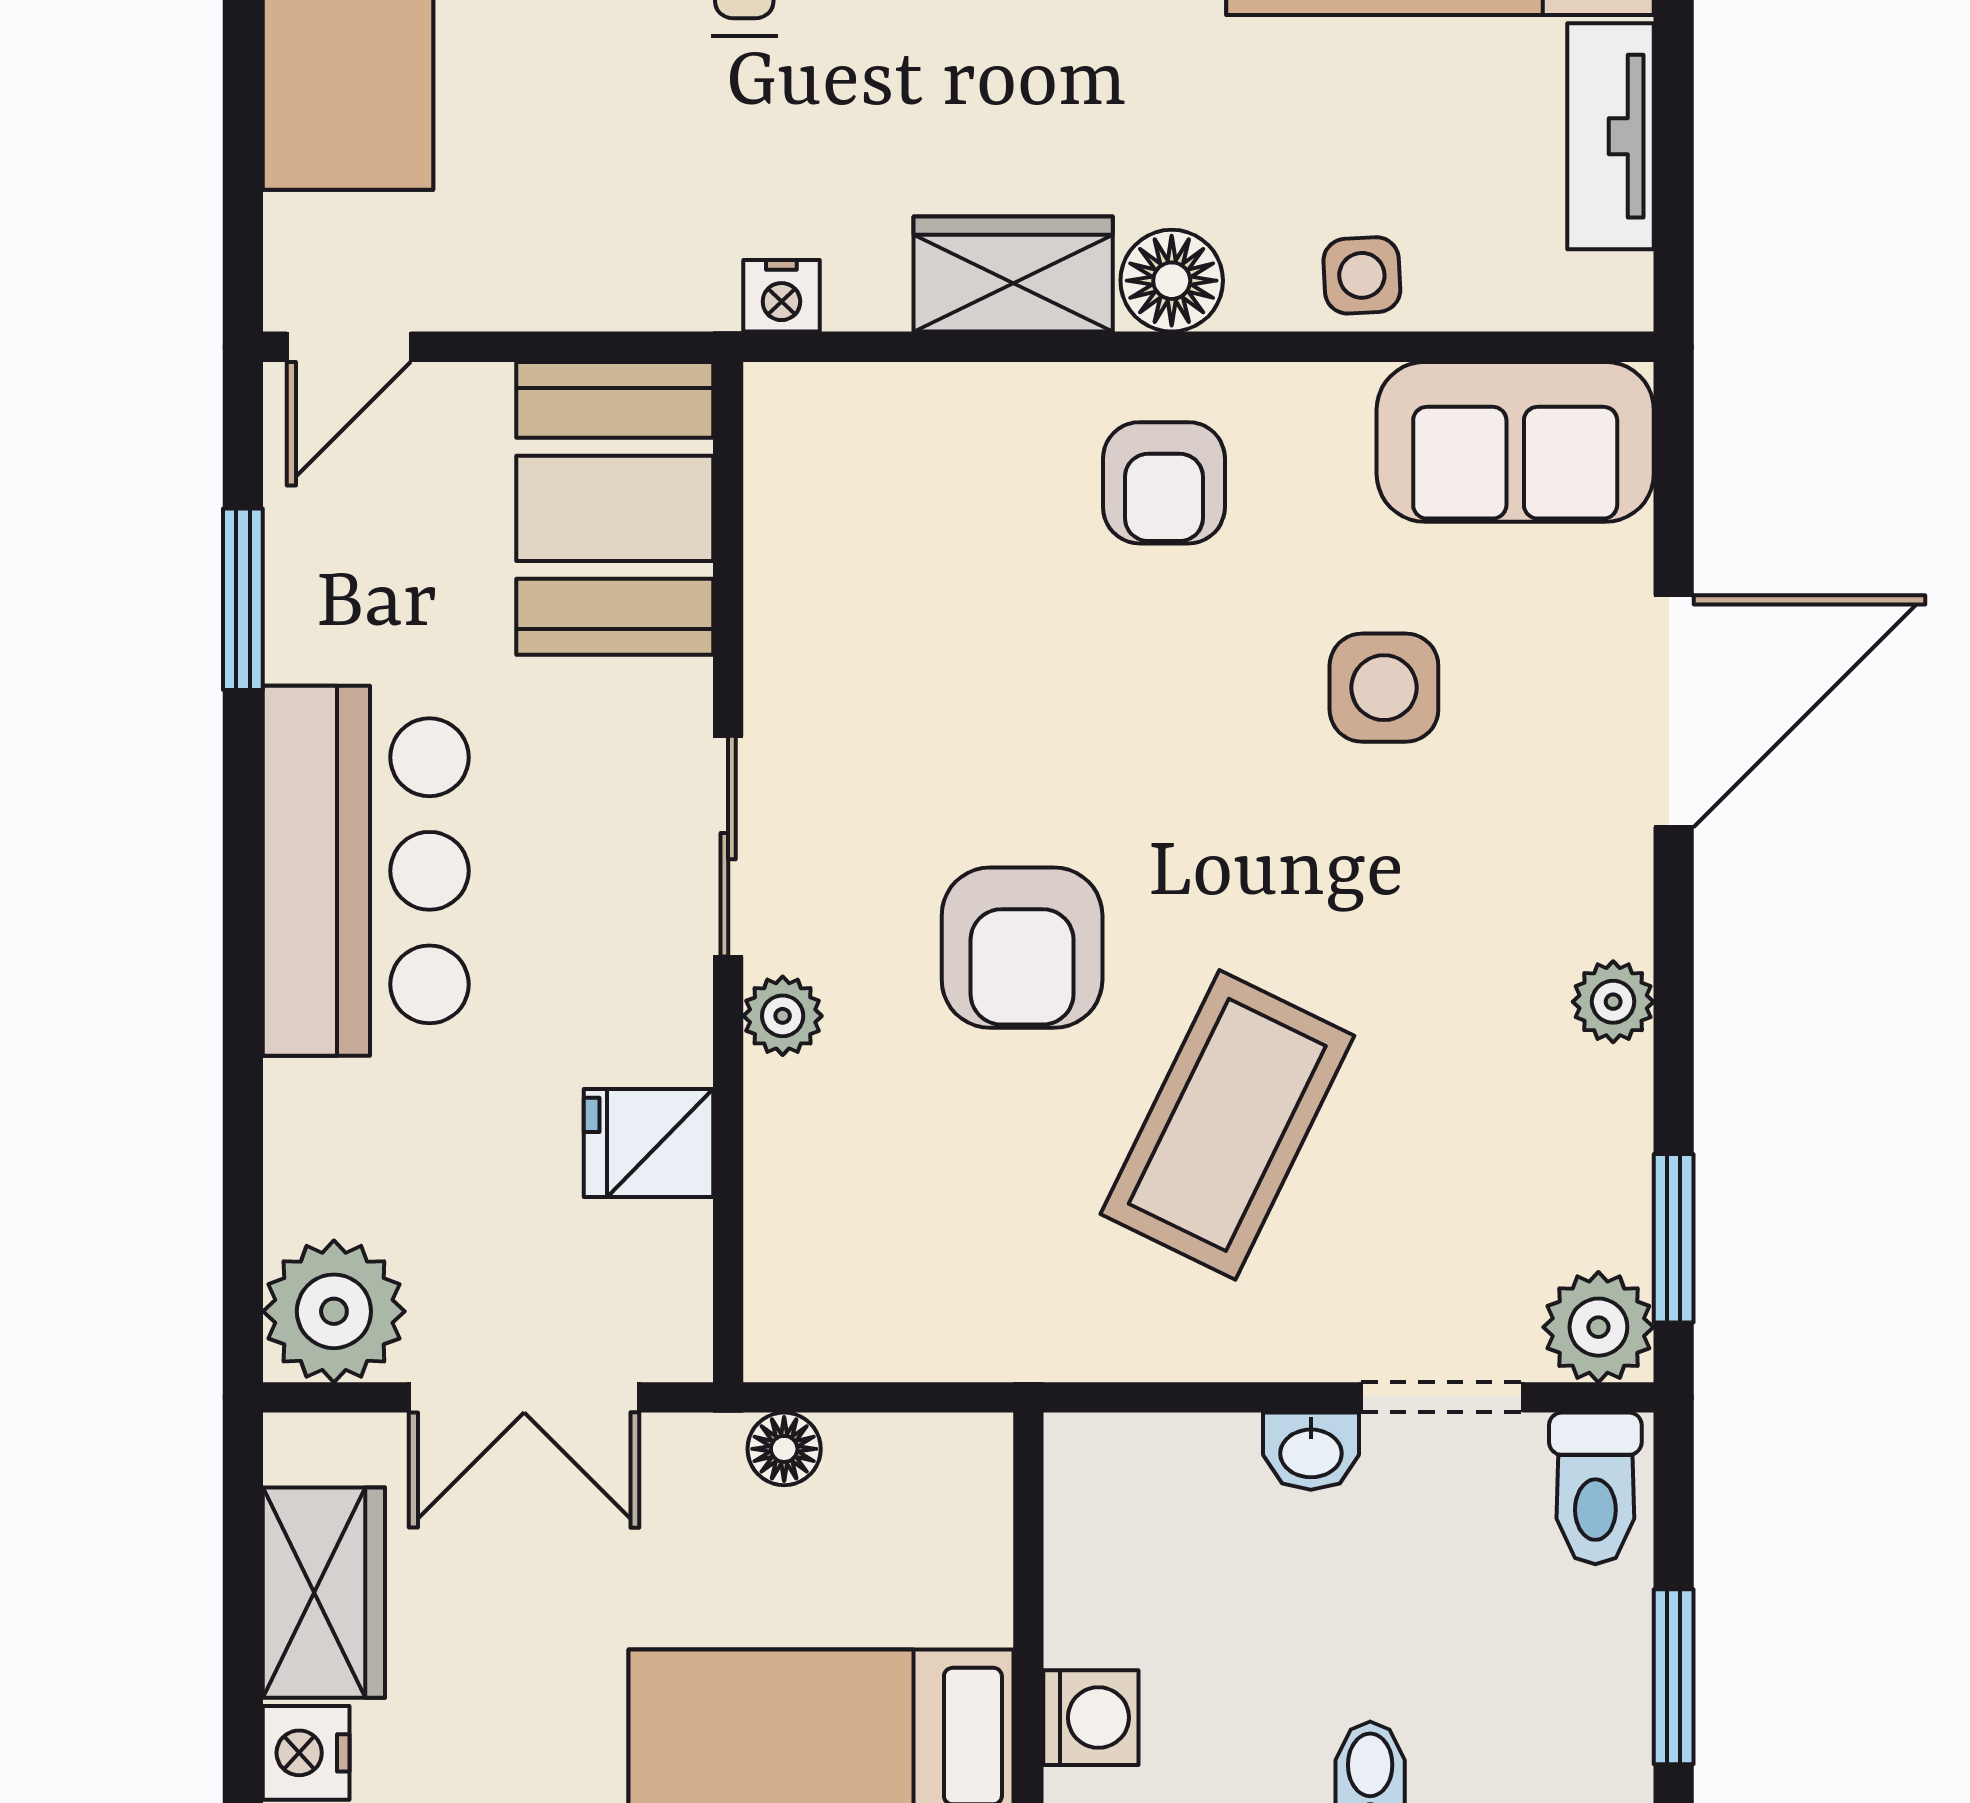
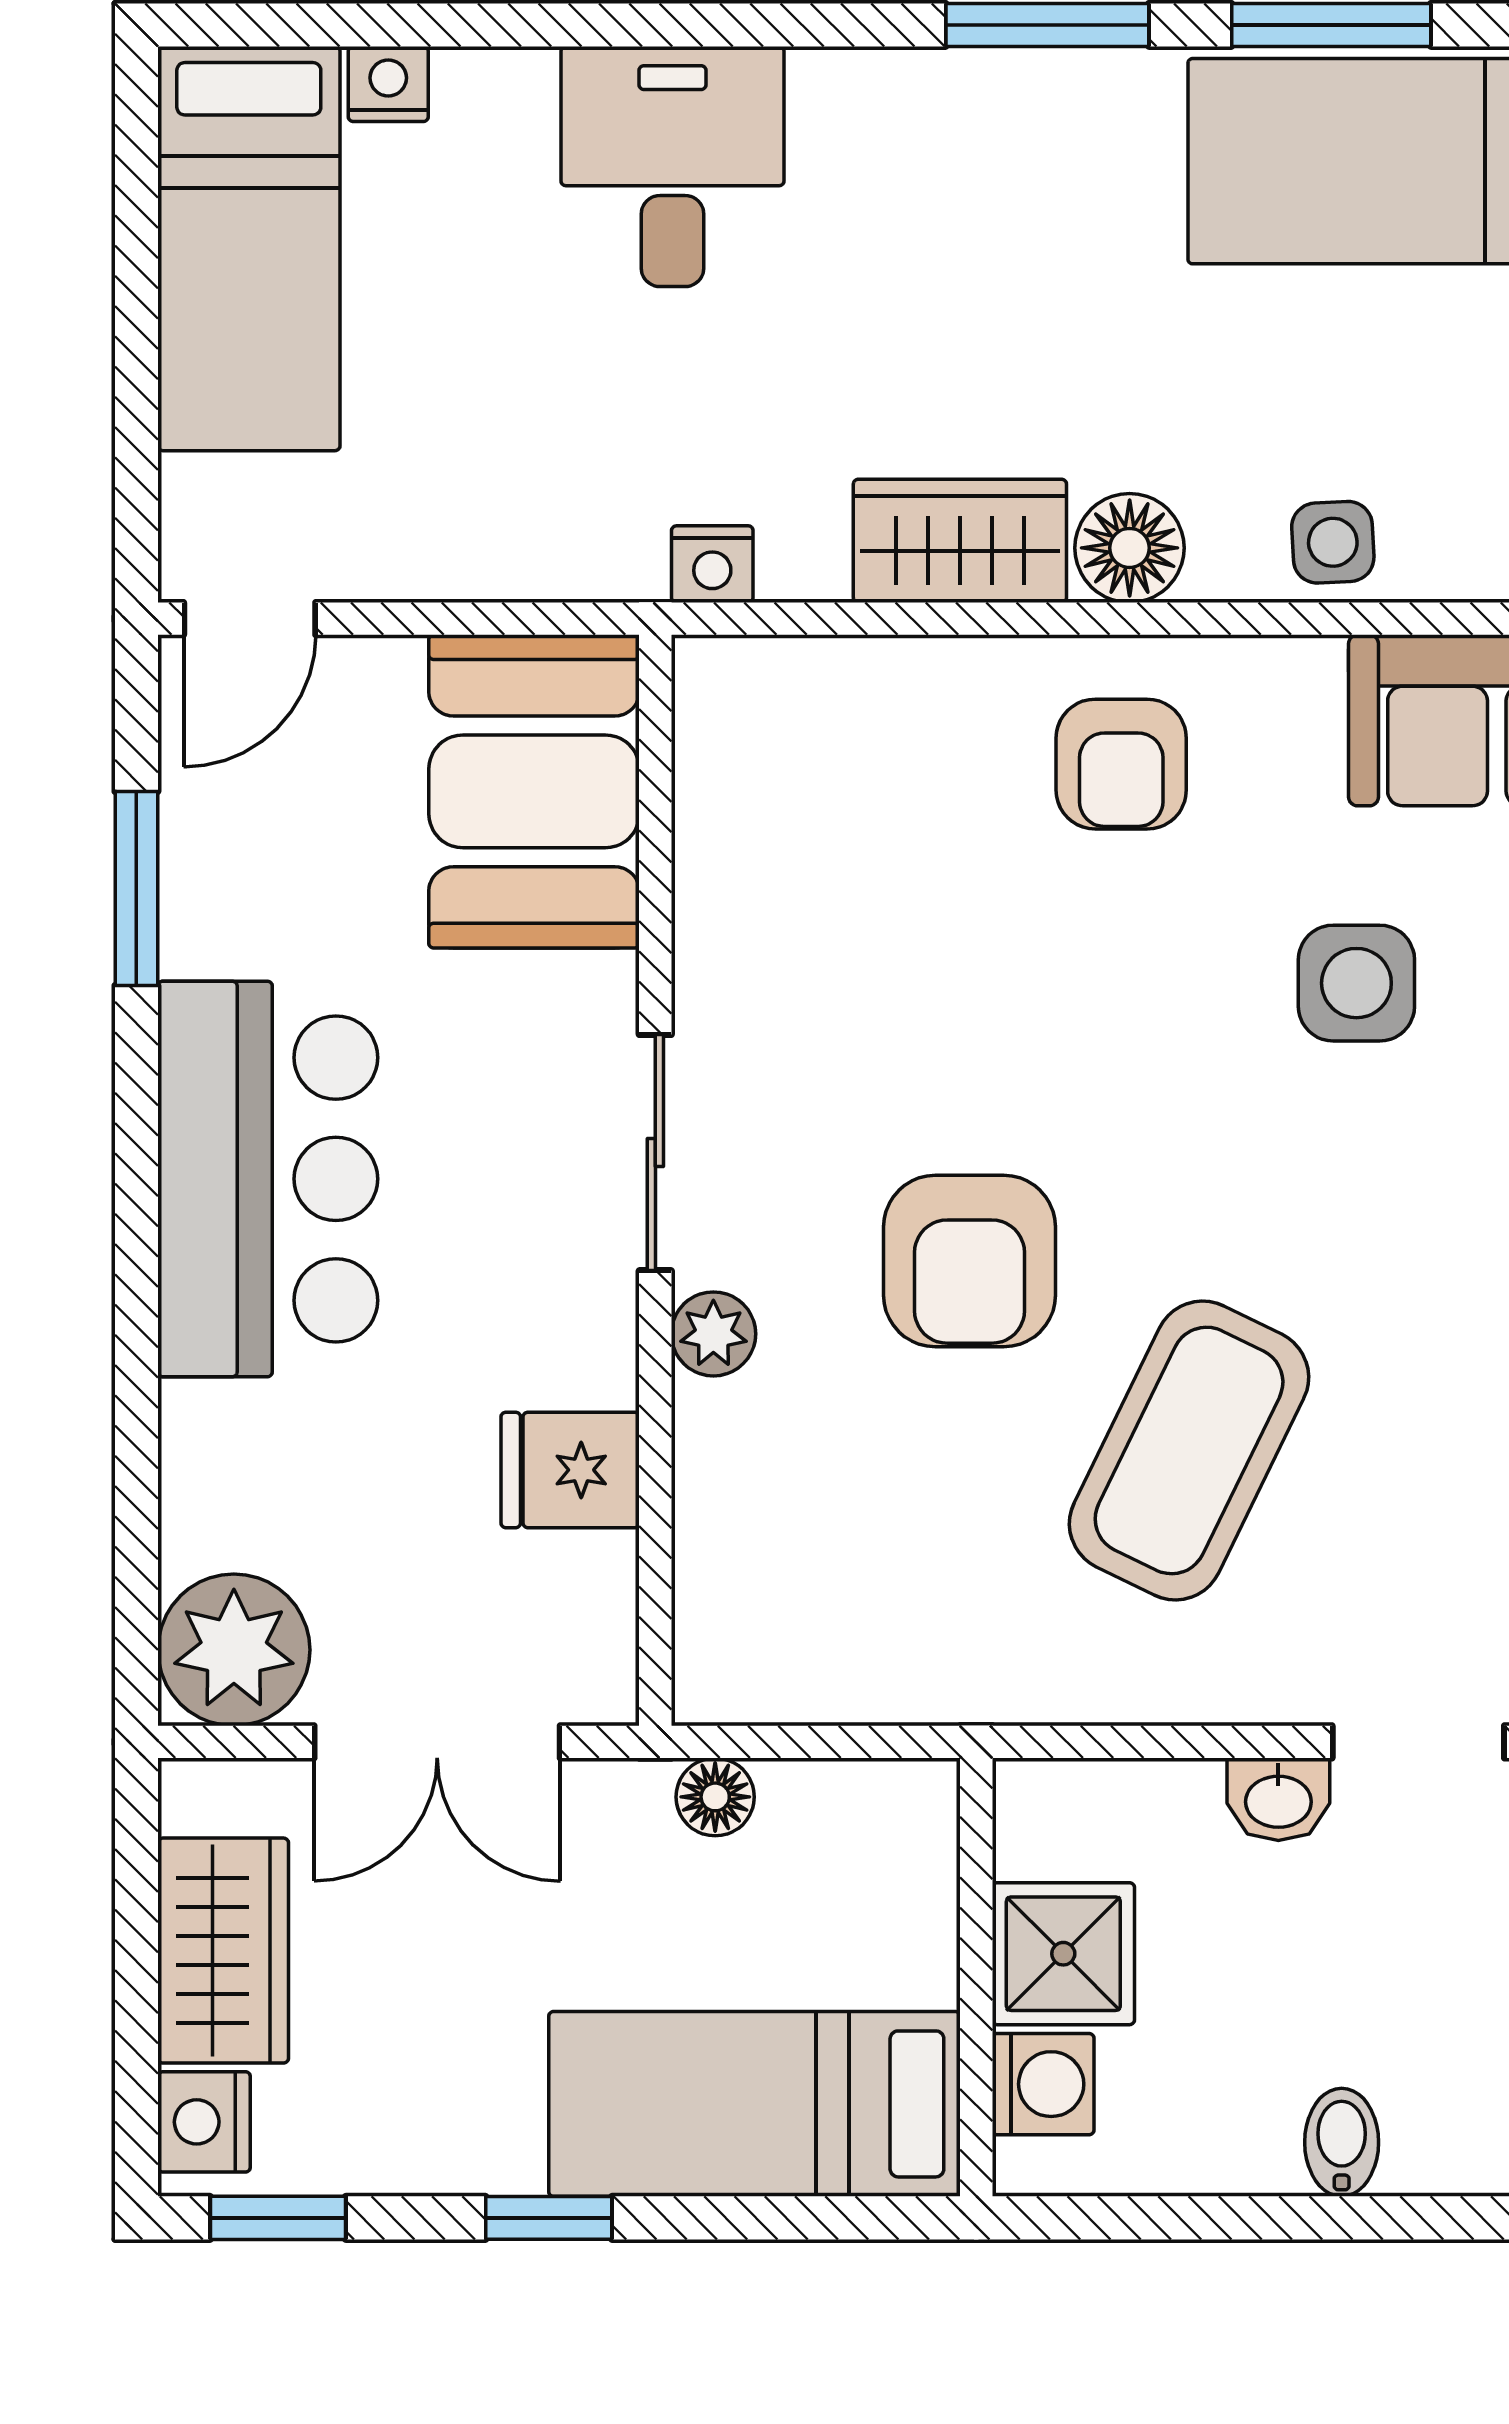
shower: (1110, 1596) -> (1063, 1954), added

